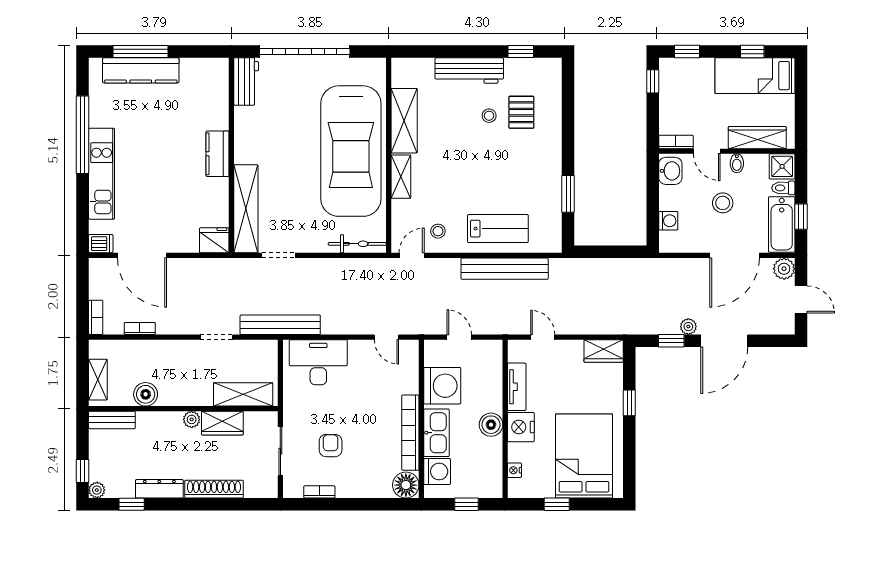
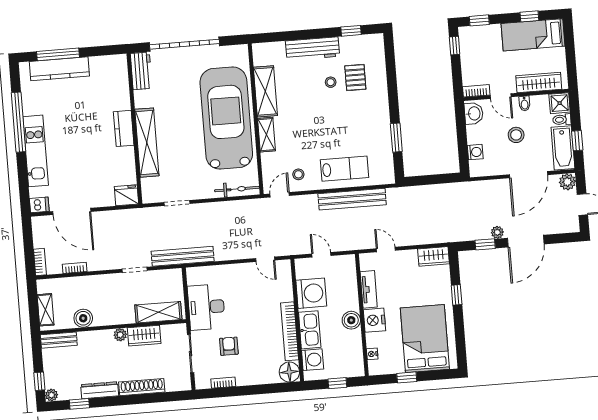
car: (351, 151) -> (226, 118), turned 180
shelving: (246, 209) -> (147, 143), moved
desk: (318, 362) -> (206, 307), moved, turned -90

